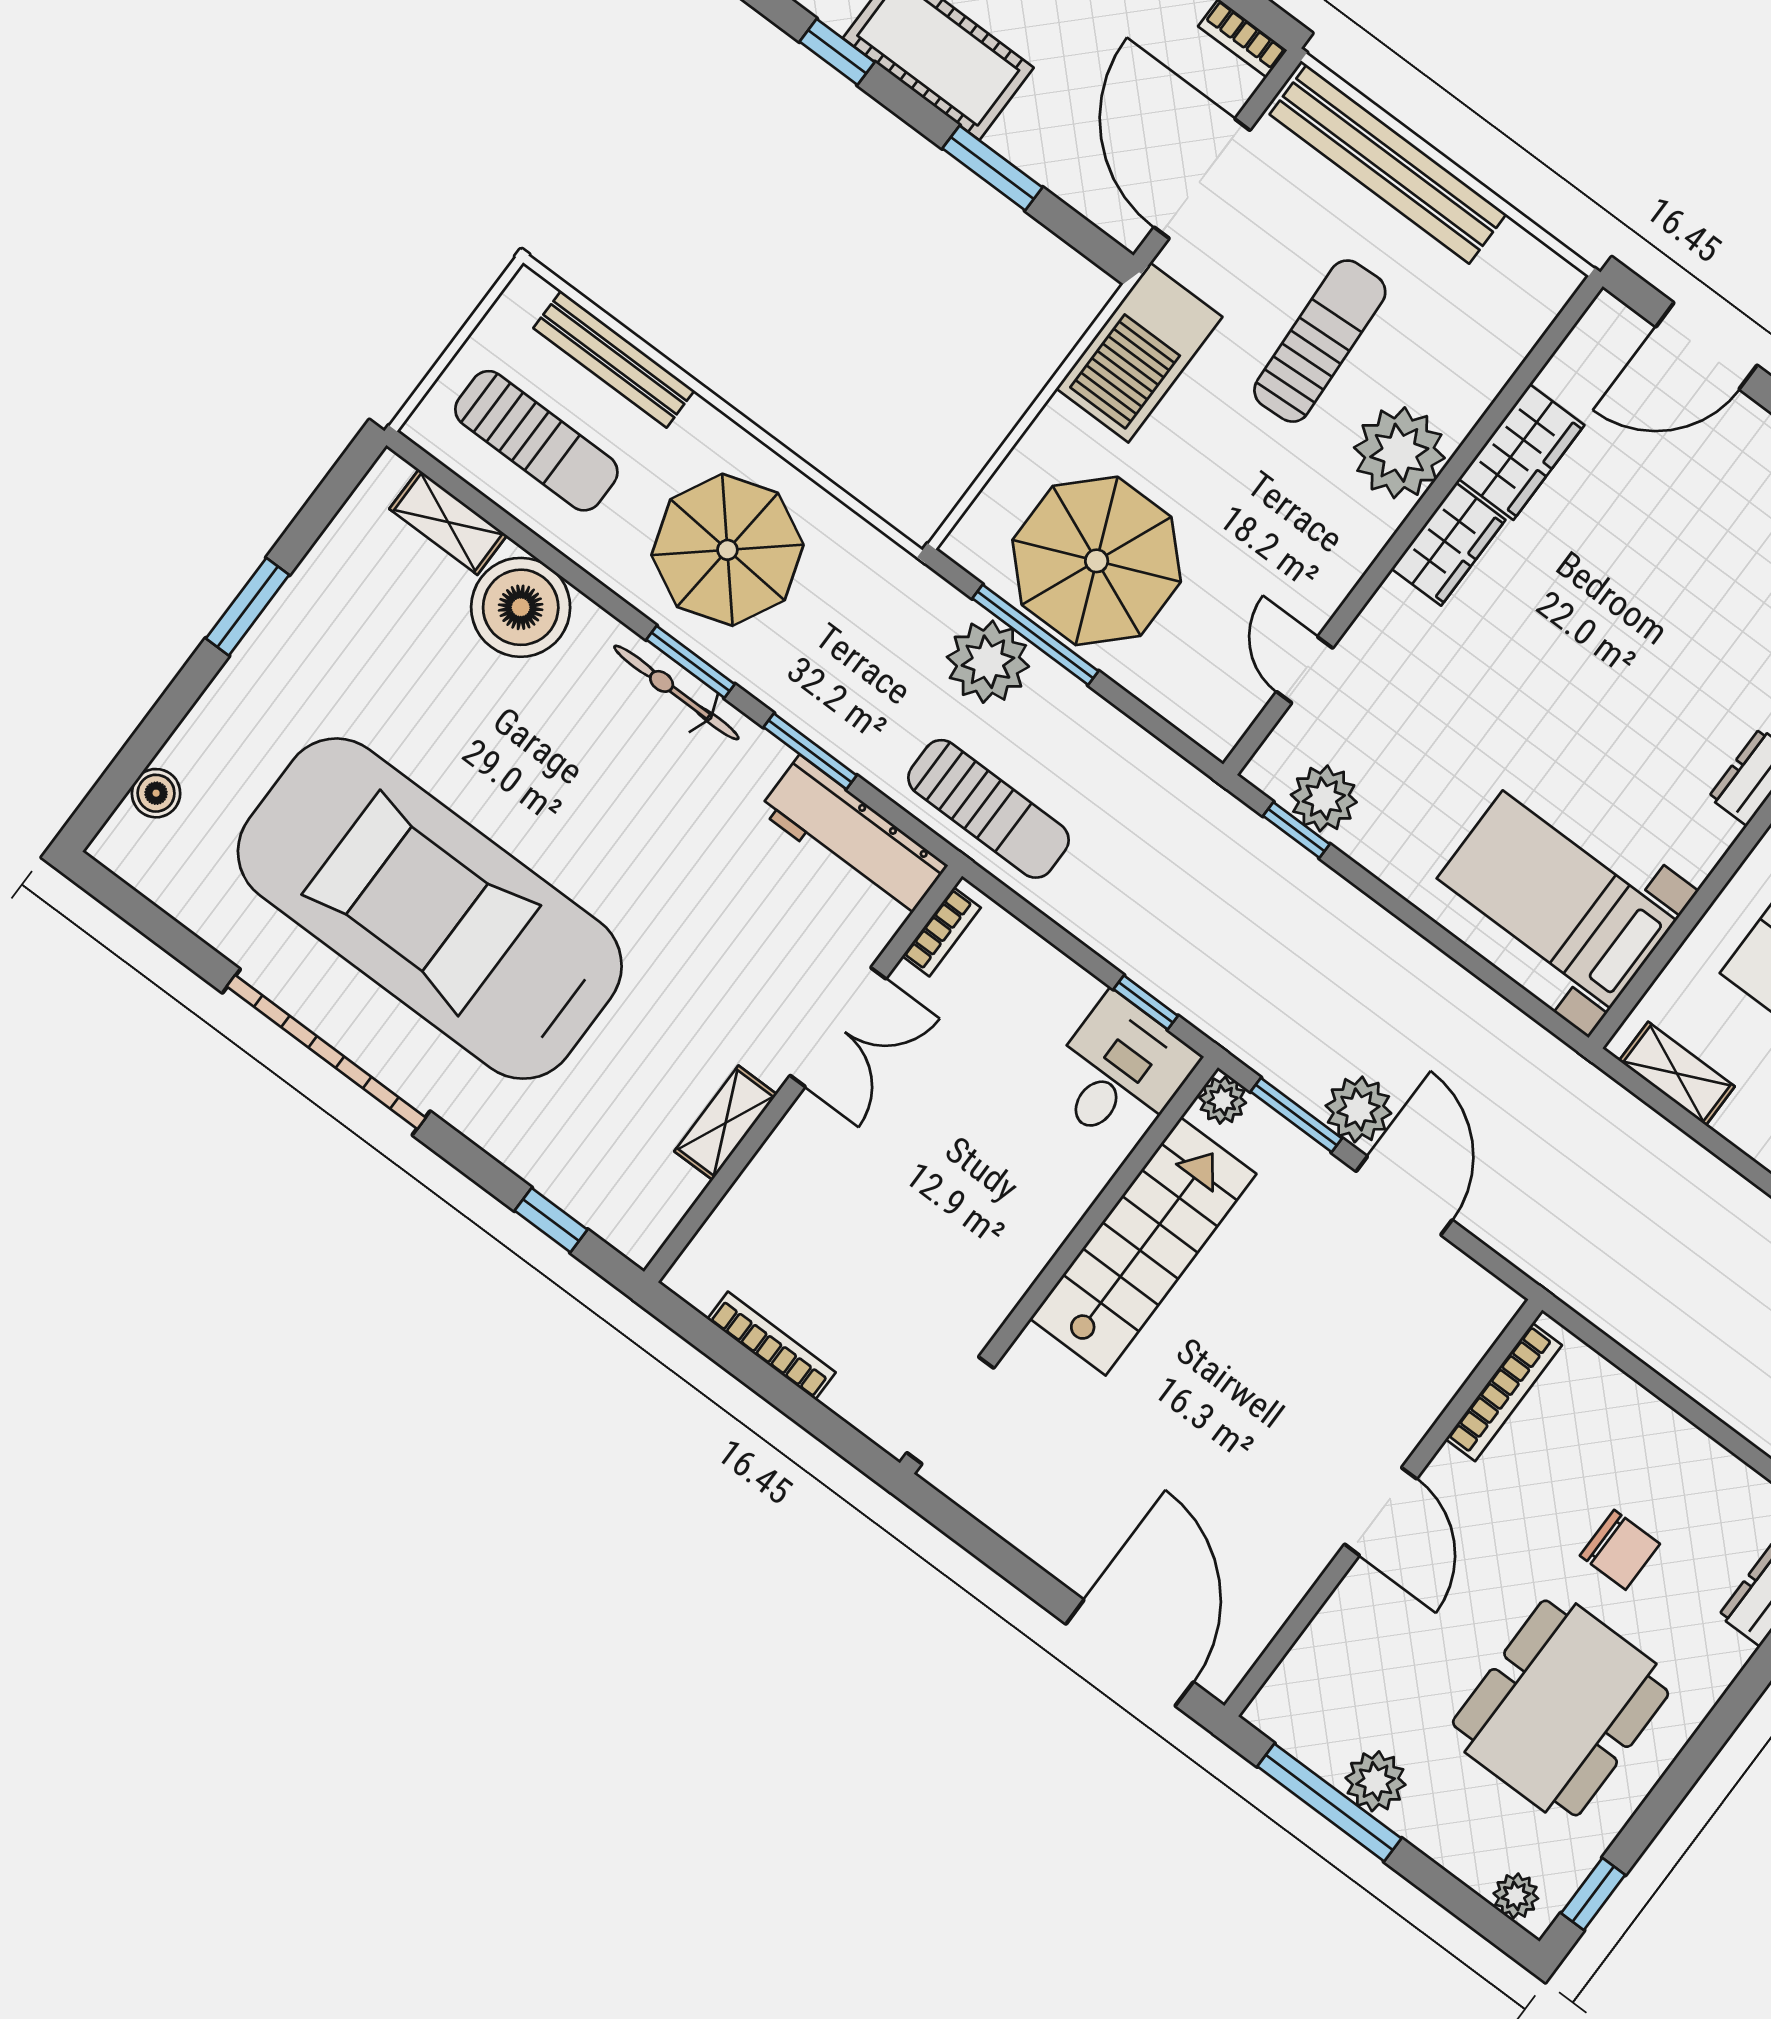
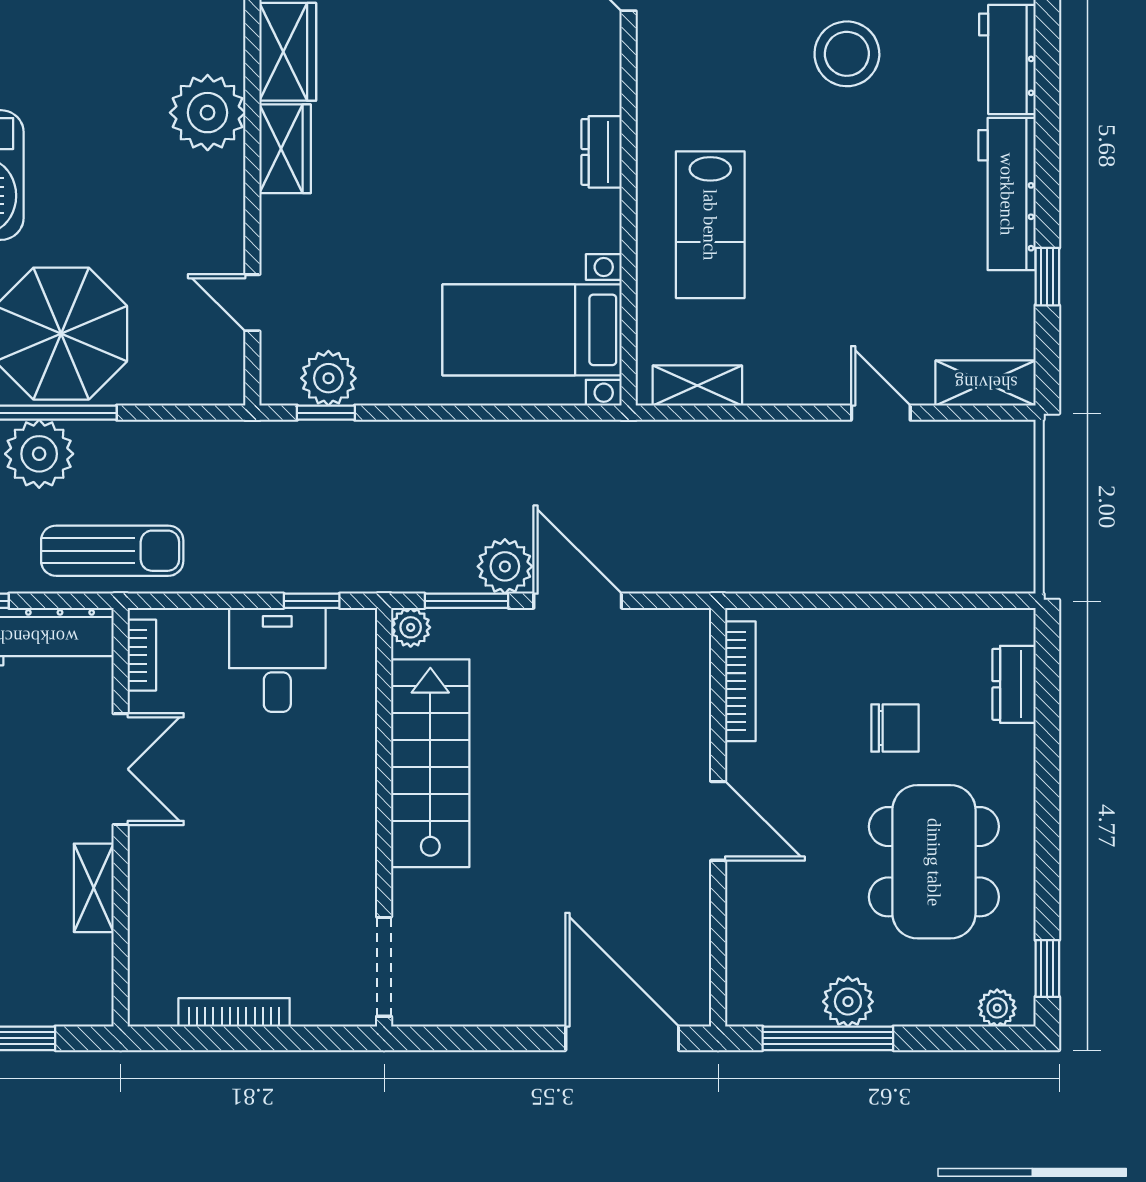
sun lounger: (1320, 341) -> (100, 78), removed
desk: (1119, 1072) -> (277, 660), moved

